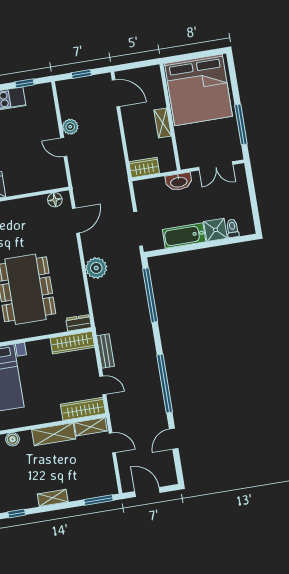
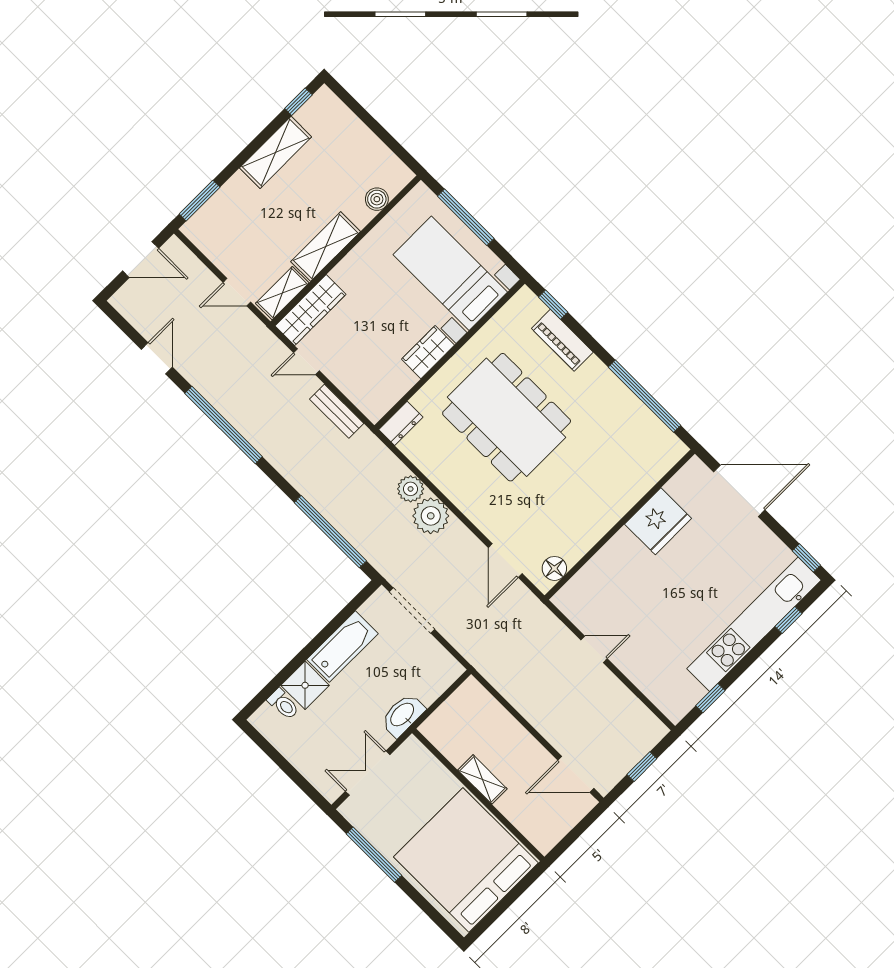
plant: (70, 127) -> (411, 489), moved
wardrobe: (144, 167) -> (464, 701), removed
wardrobe: (72, 343) -> (428, 352), moved, width x0.67
shelving: (53, 498) -> (276, 152), width x1.50, depth x1.33

